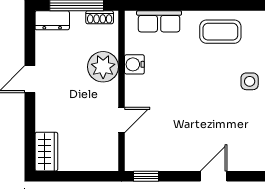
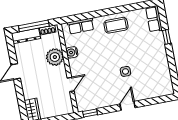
dresser: (52, 20) -> (26, 36), width x1.44
side table: (250, 81) -> (125, 71), moved

